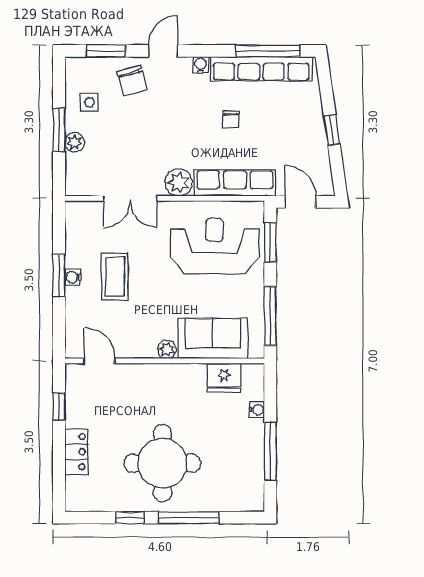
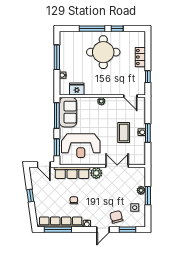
sofa: (213, 339) -> (68, 112), moved, turned -90

